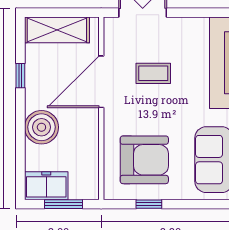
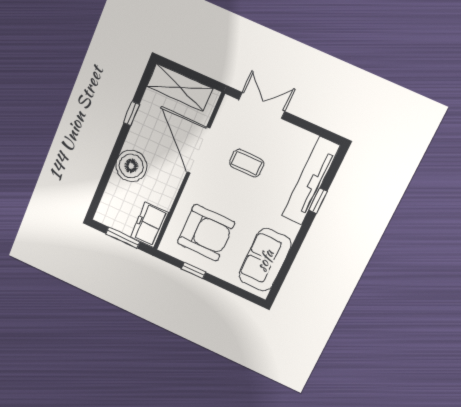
door: (101, 82) -> (198, 150), hinge flipped
freezer: (46, 186) -> (150, 225), moved, turned -90

